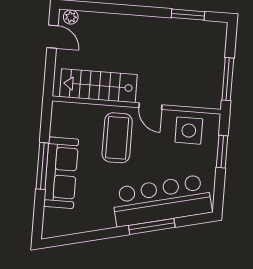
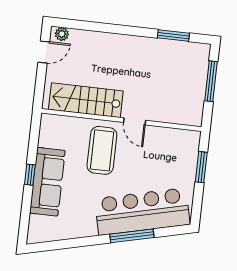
door: (52, 37) -> (44, 52), hinge flipped
window: (228, 79) -> (211, 81), moved
side table: (189, 131) -> (170, 146), removed
window: (42, 166) -> (30, 175), width x0.46

